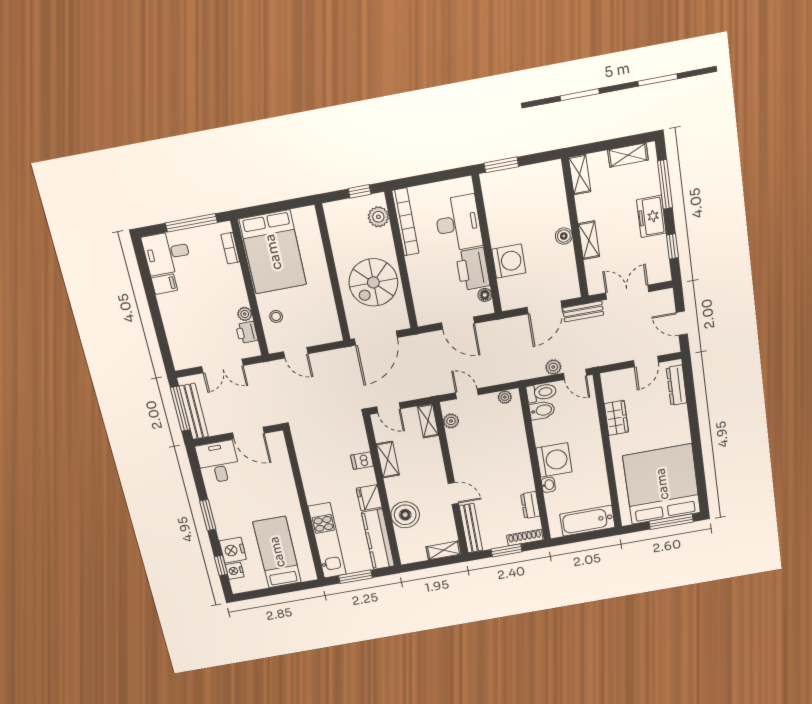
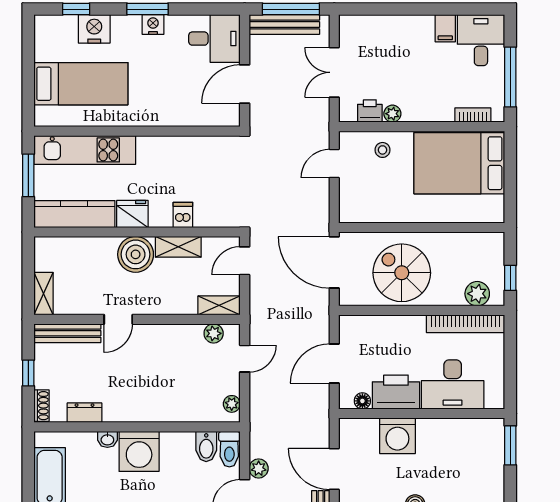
boiler: (405, 515) -> (136, 254), moved
shoe rack: (525, 538) -> (42, 406), width x0.70
window: (507, 550) -> (28, 373), width x0.67
nightstand: (235, 571) -> (153, 25), moved

